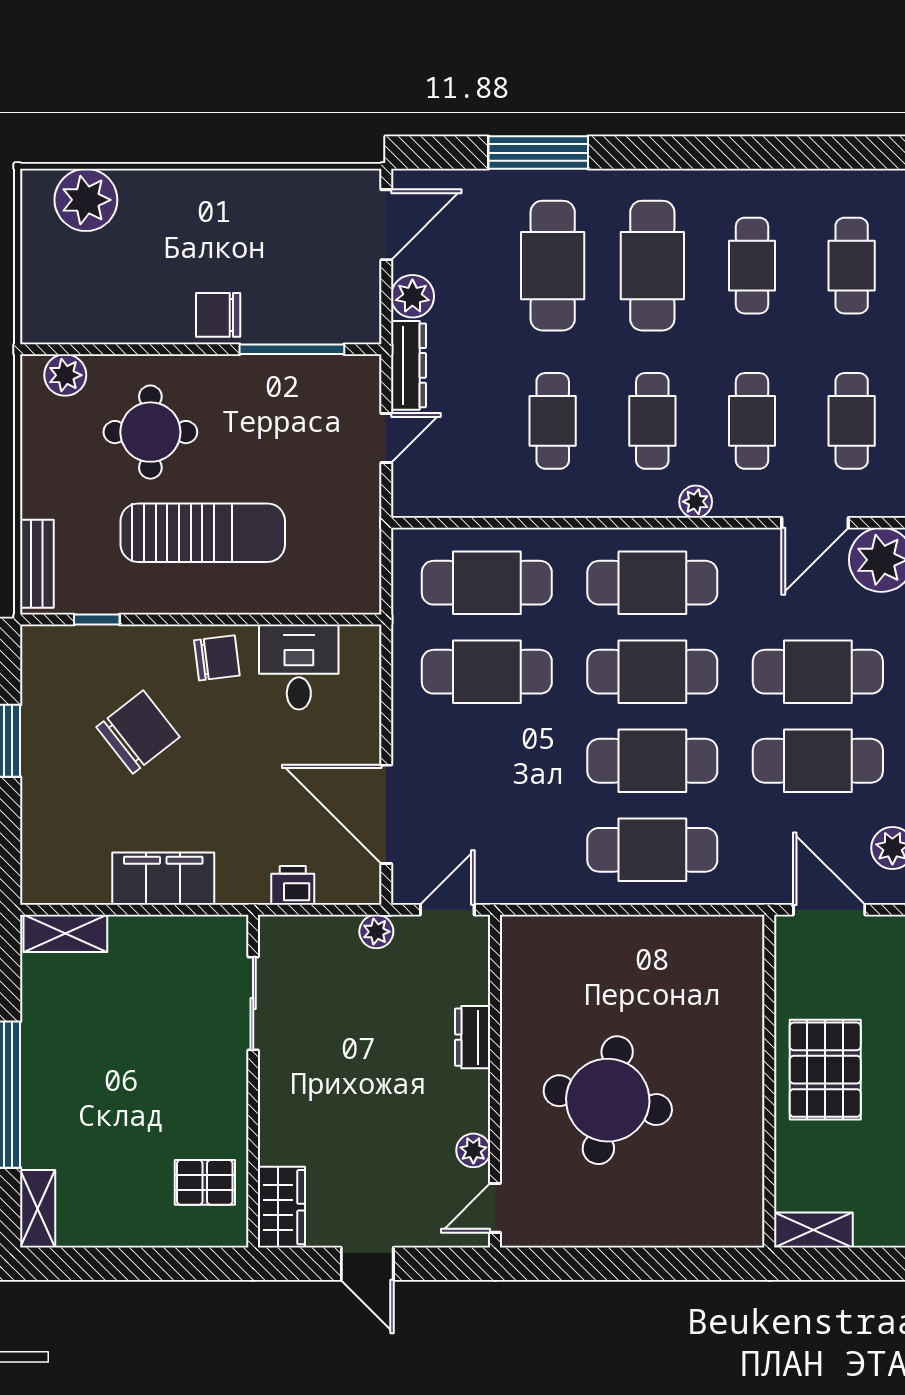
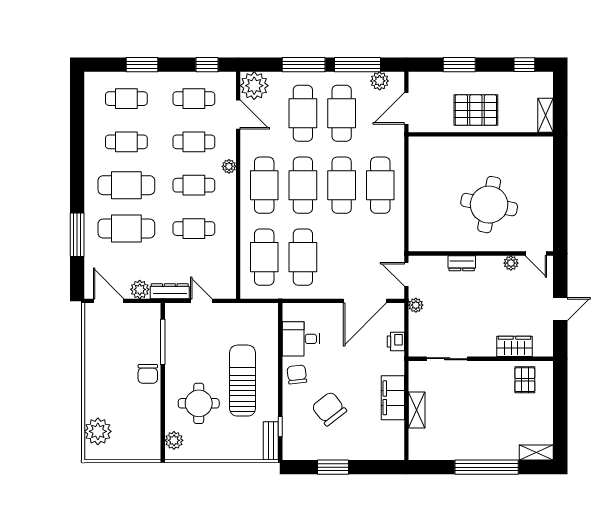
bench: (37, 564) -> (271, 441), moved, turned 90
shelving: (65, 933) -> (417, 410), moved
wardrobe: (281, 1207) -> (515, 346), moved

